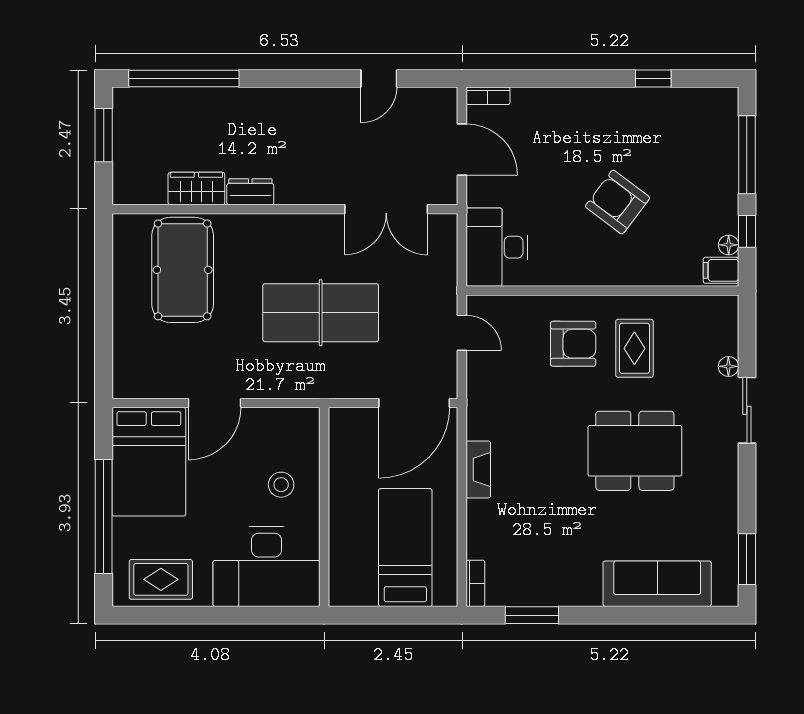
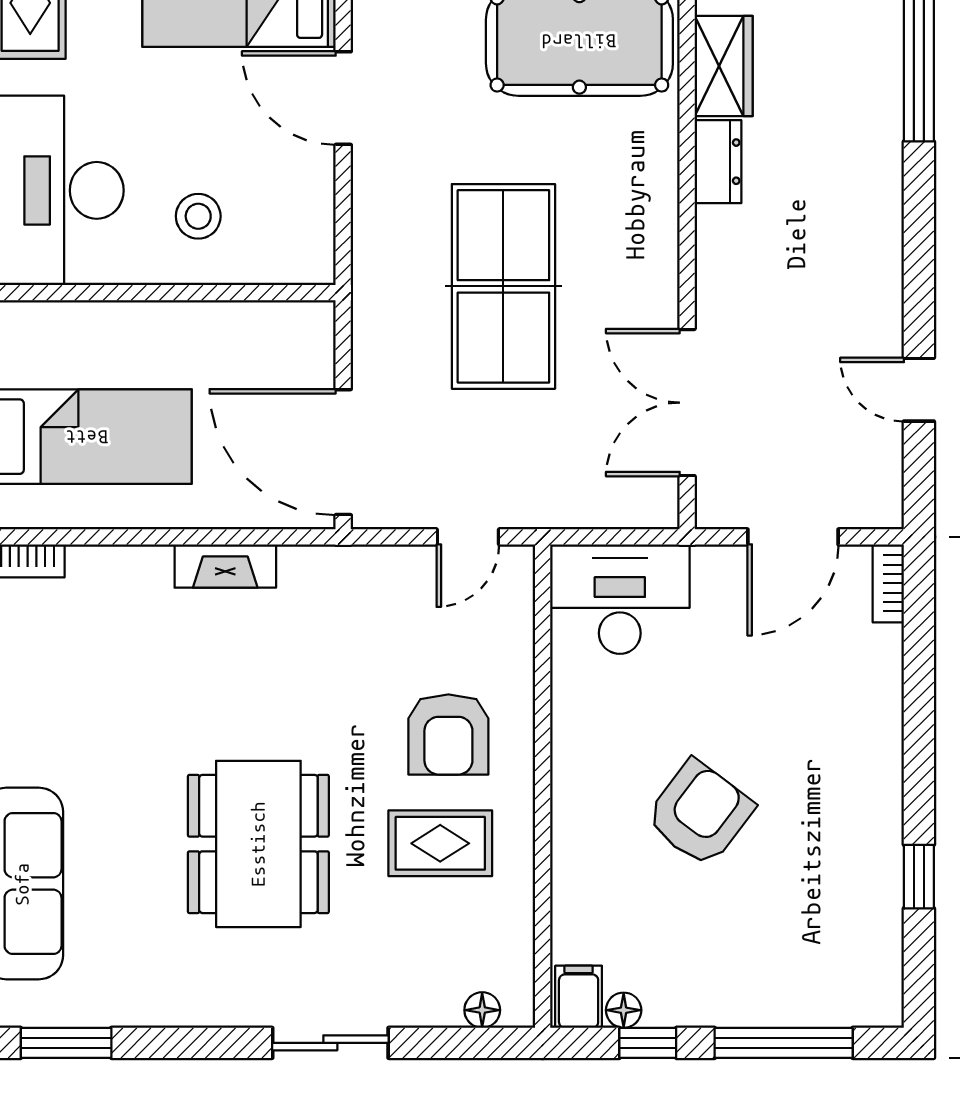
floor lamp: (728, 366) -> (482, 1010), moved

